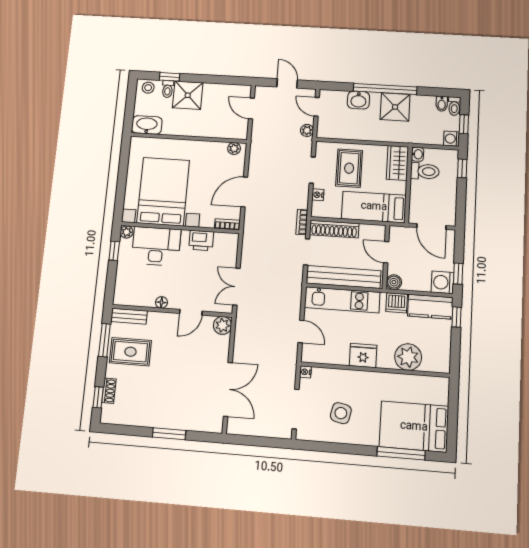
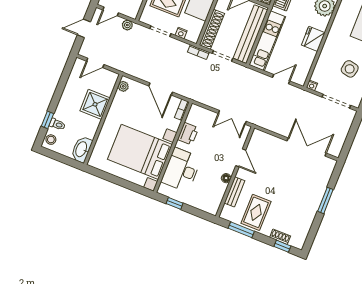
shower: (188, 95) -> (95, 104), moved
plant: (127, 232) -> (163, 190), removed
bench: (129, 316) -> (234, 192), moved
plant: (222, 325) -> (258, 137), removed

